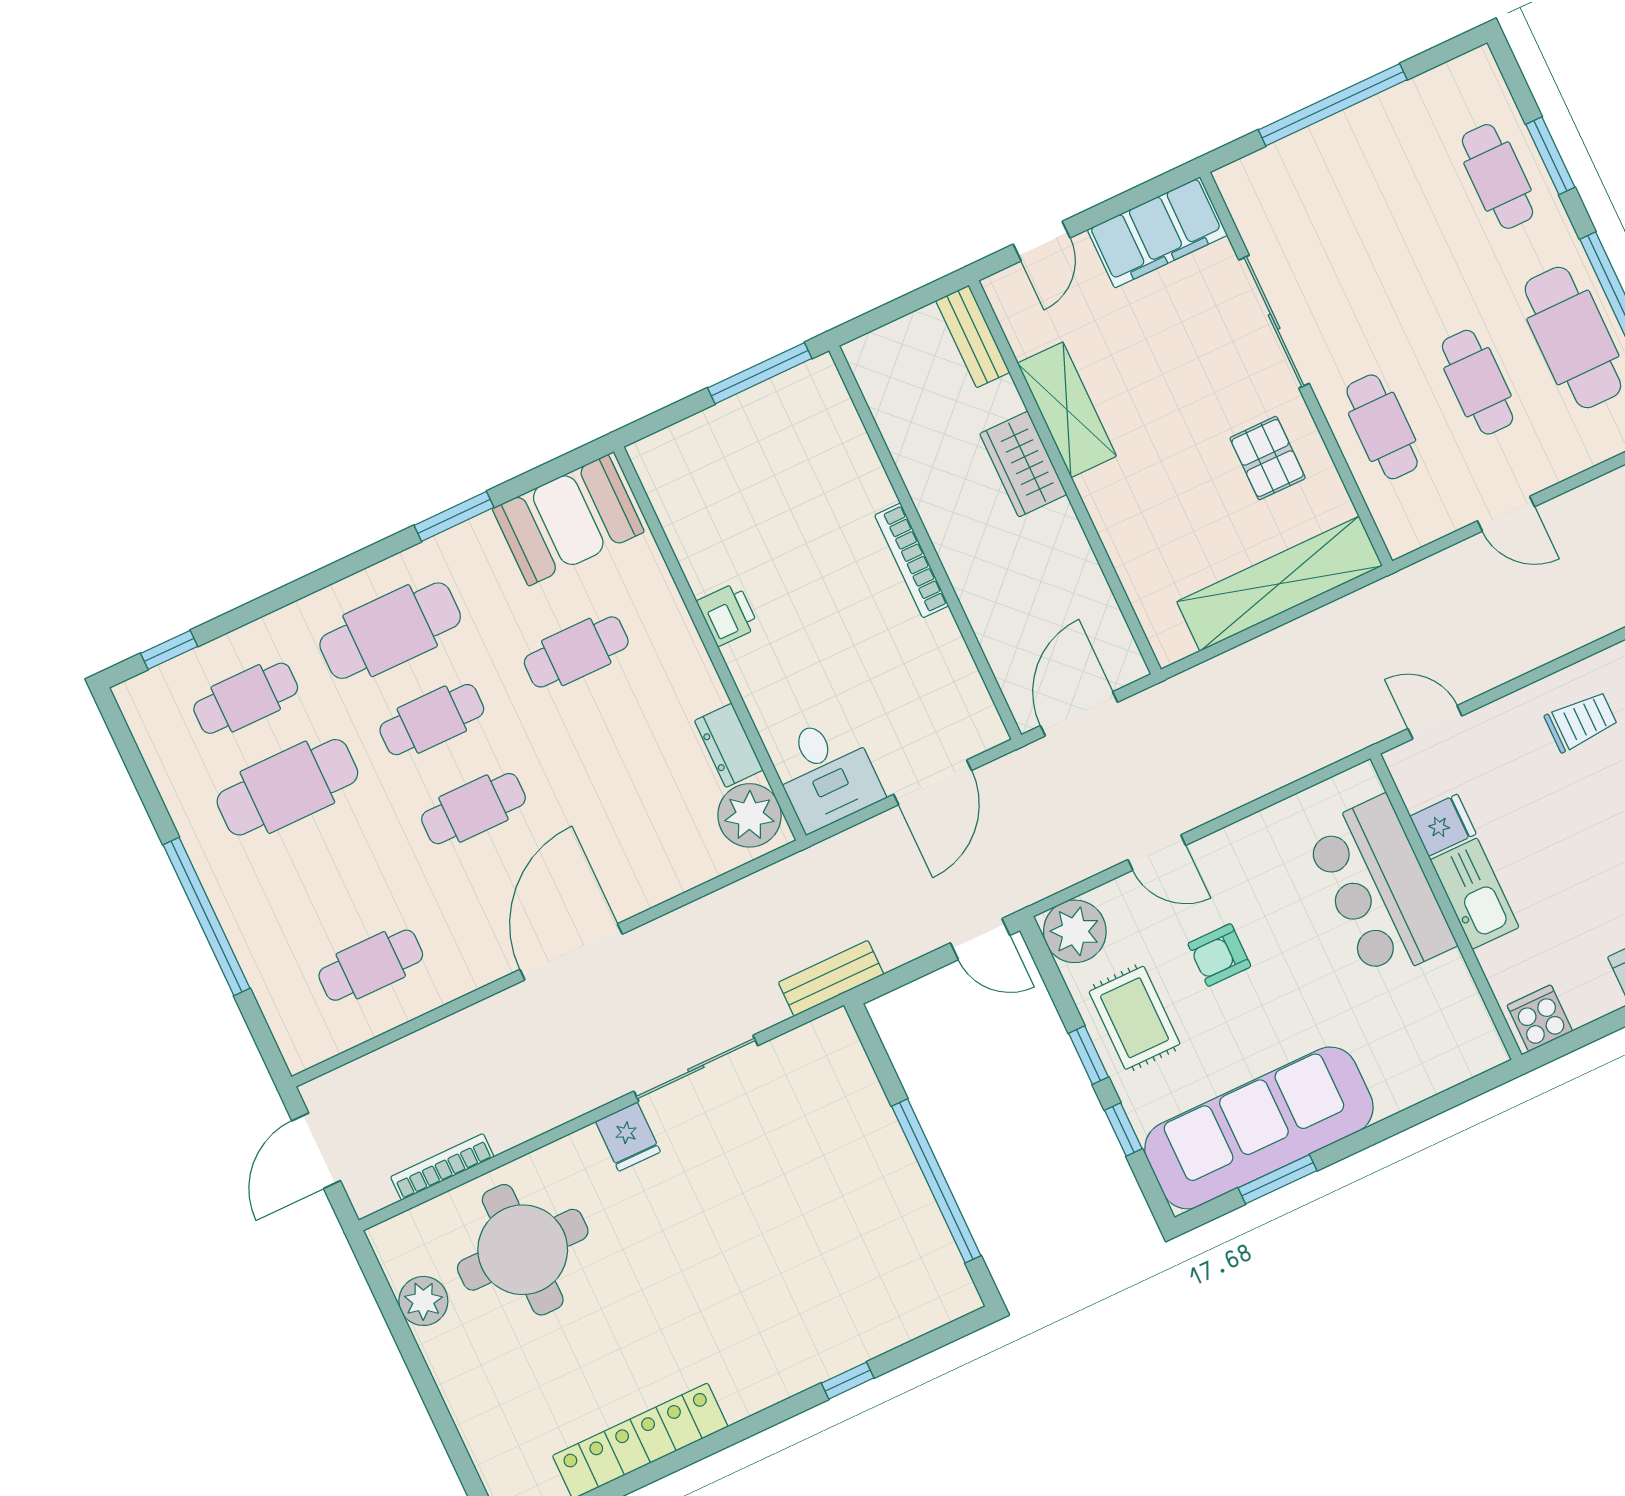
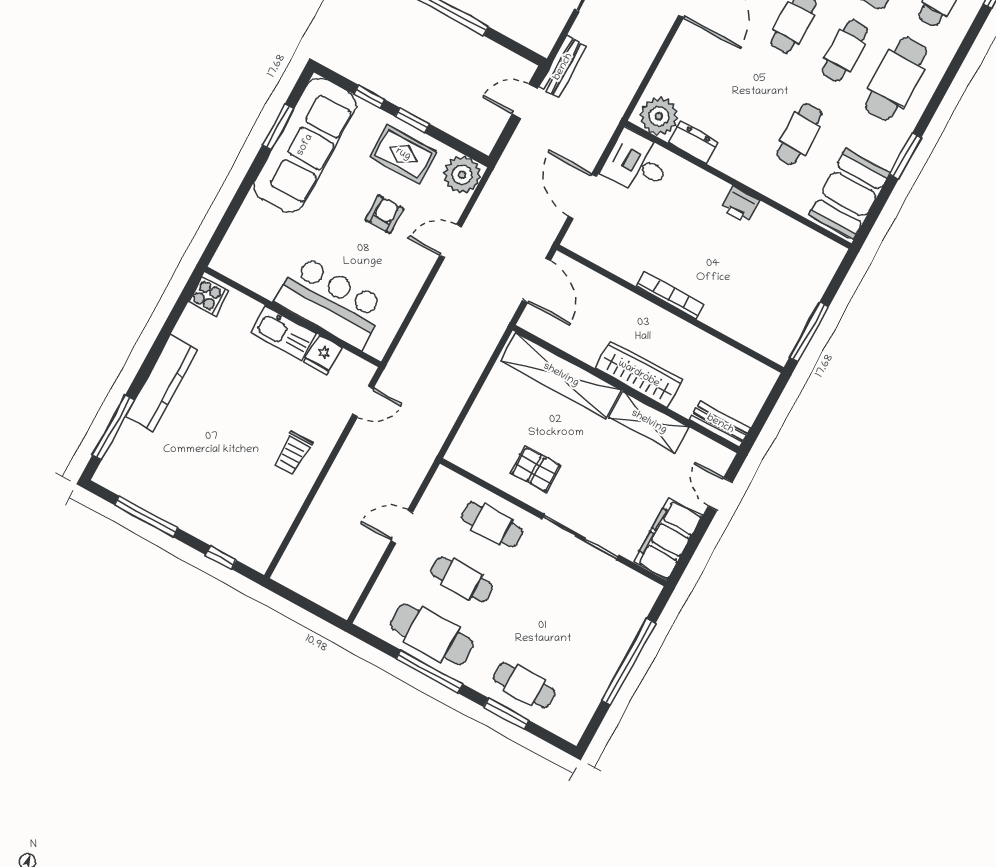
wardrobe: (1023, 464) -> (639, 374), width x1.50
shelving: (1280, 584) -> (561, 375), moved, turned 90
door: (980, 939) -> (525, 101), moved

